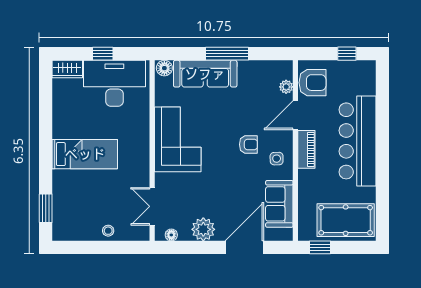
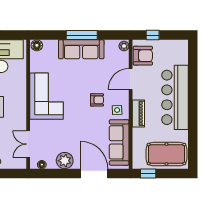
window: (347, 54) -> (153, 35), moved
sofa: (205, 74) -> (81, 49), moved
plant: (286, 87) -> (124, 46), moved
piano: (306, 149) -> (138, 113), moved
sofa: (279, 204) -> (119, 142), width x1.36
door: (244, 247) -> (94, 174), hinge flipped

